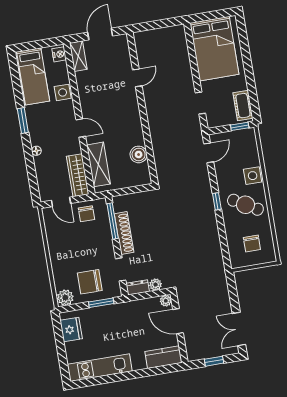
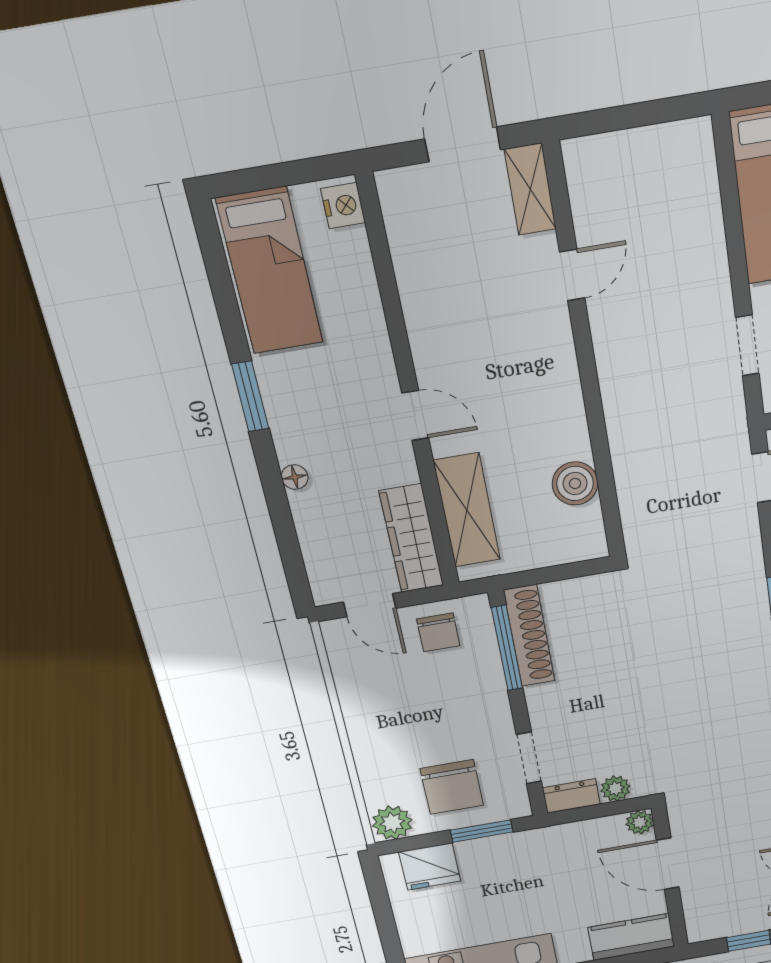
shelving: (78, 56) -> (530, 189), moved
side table: (63, 92) -> (359, 317), removed
shoe rack: (124, 233) -> (529, 636), moved
chair: (90, 282) -> (452, 787), turned -90
fridge: (71, 330) -> (430, 867), moved, turned 90

